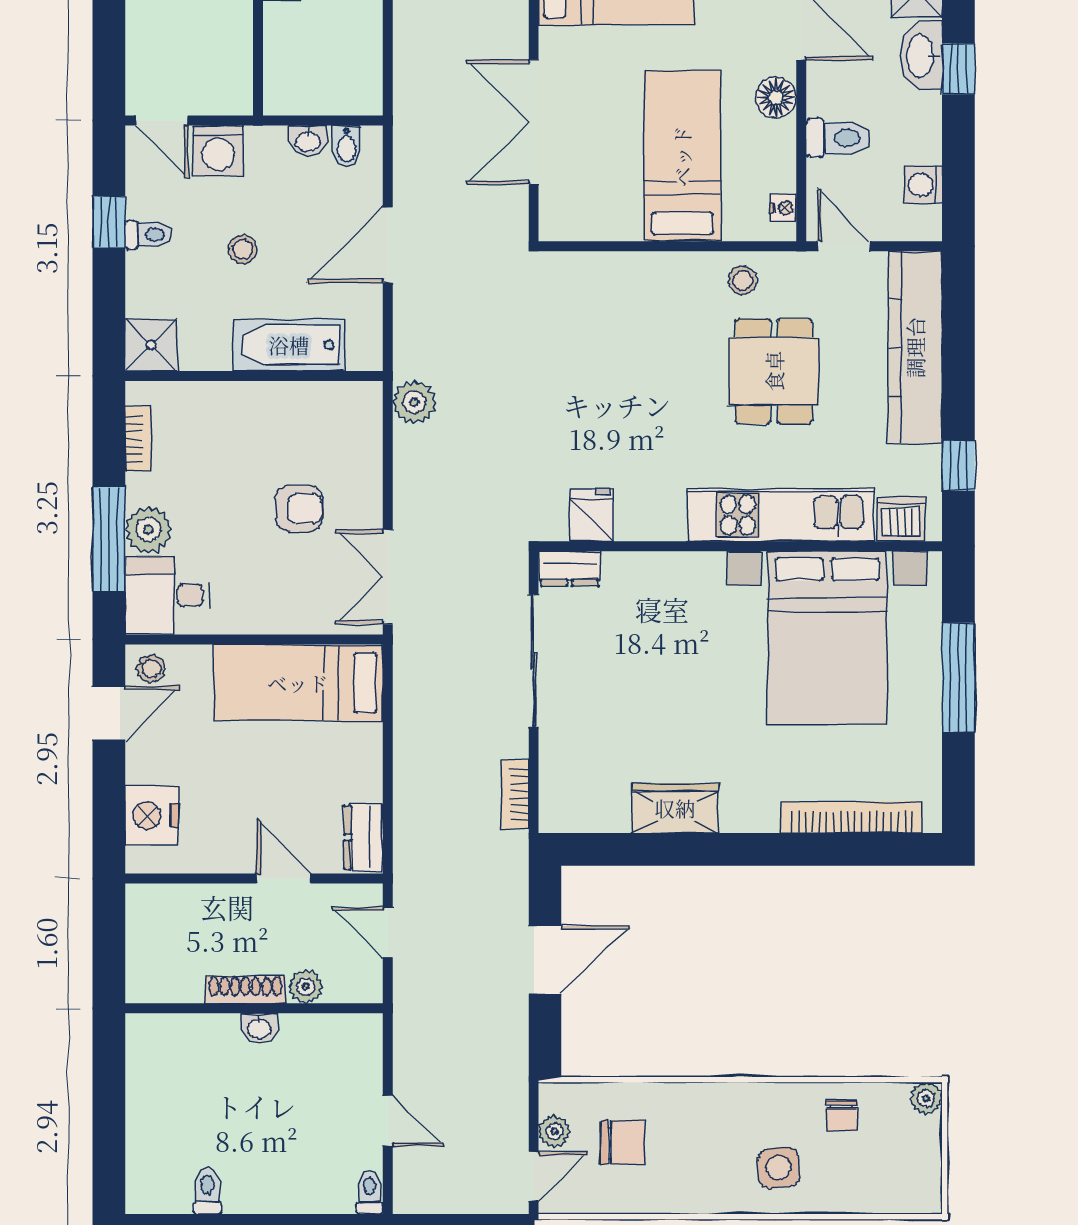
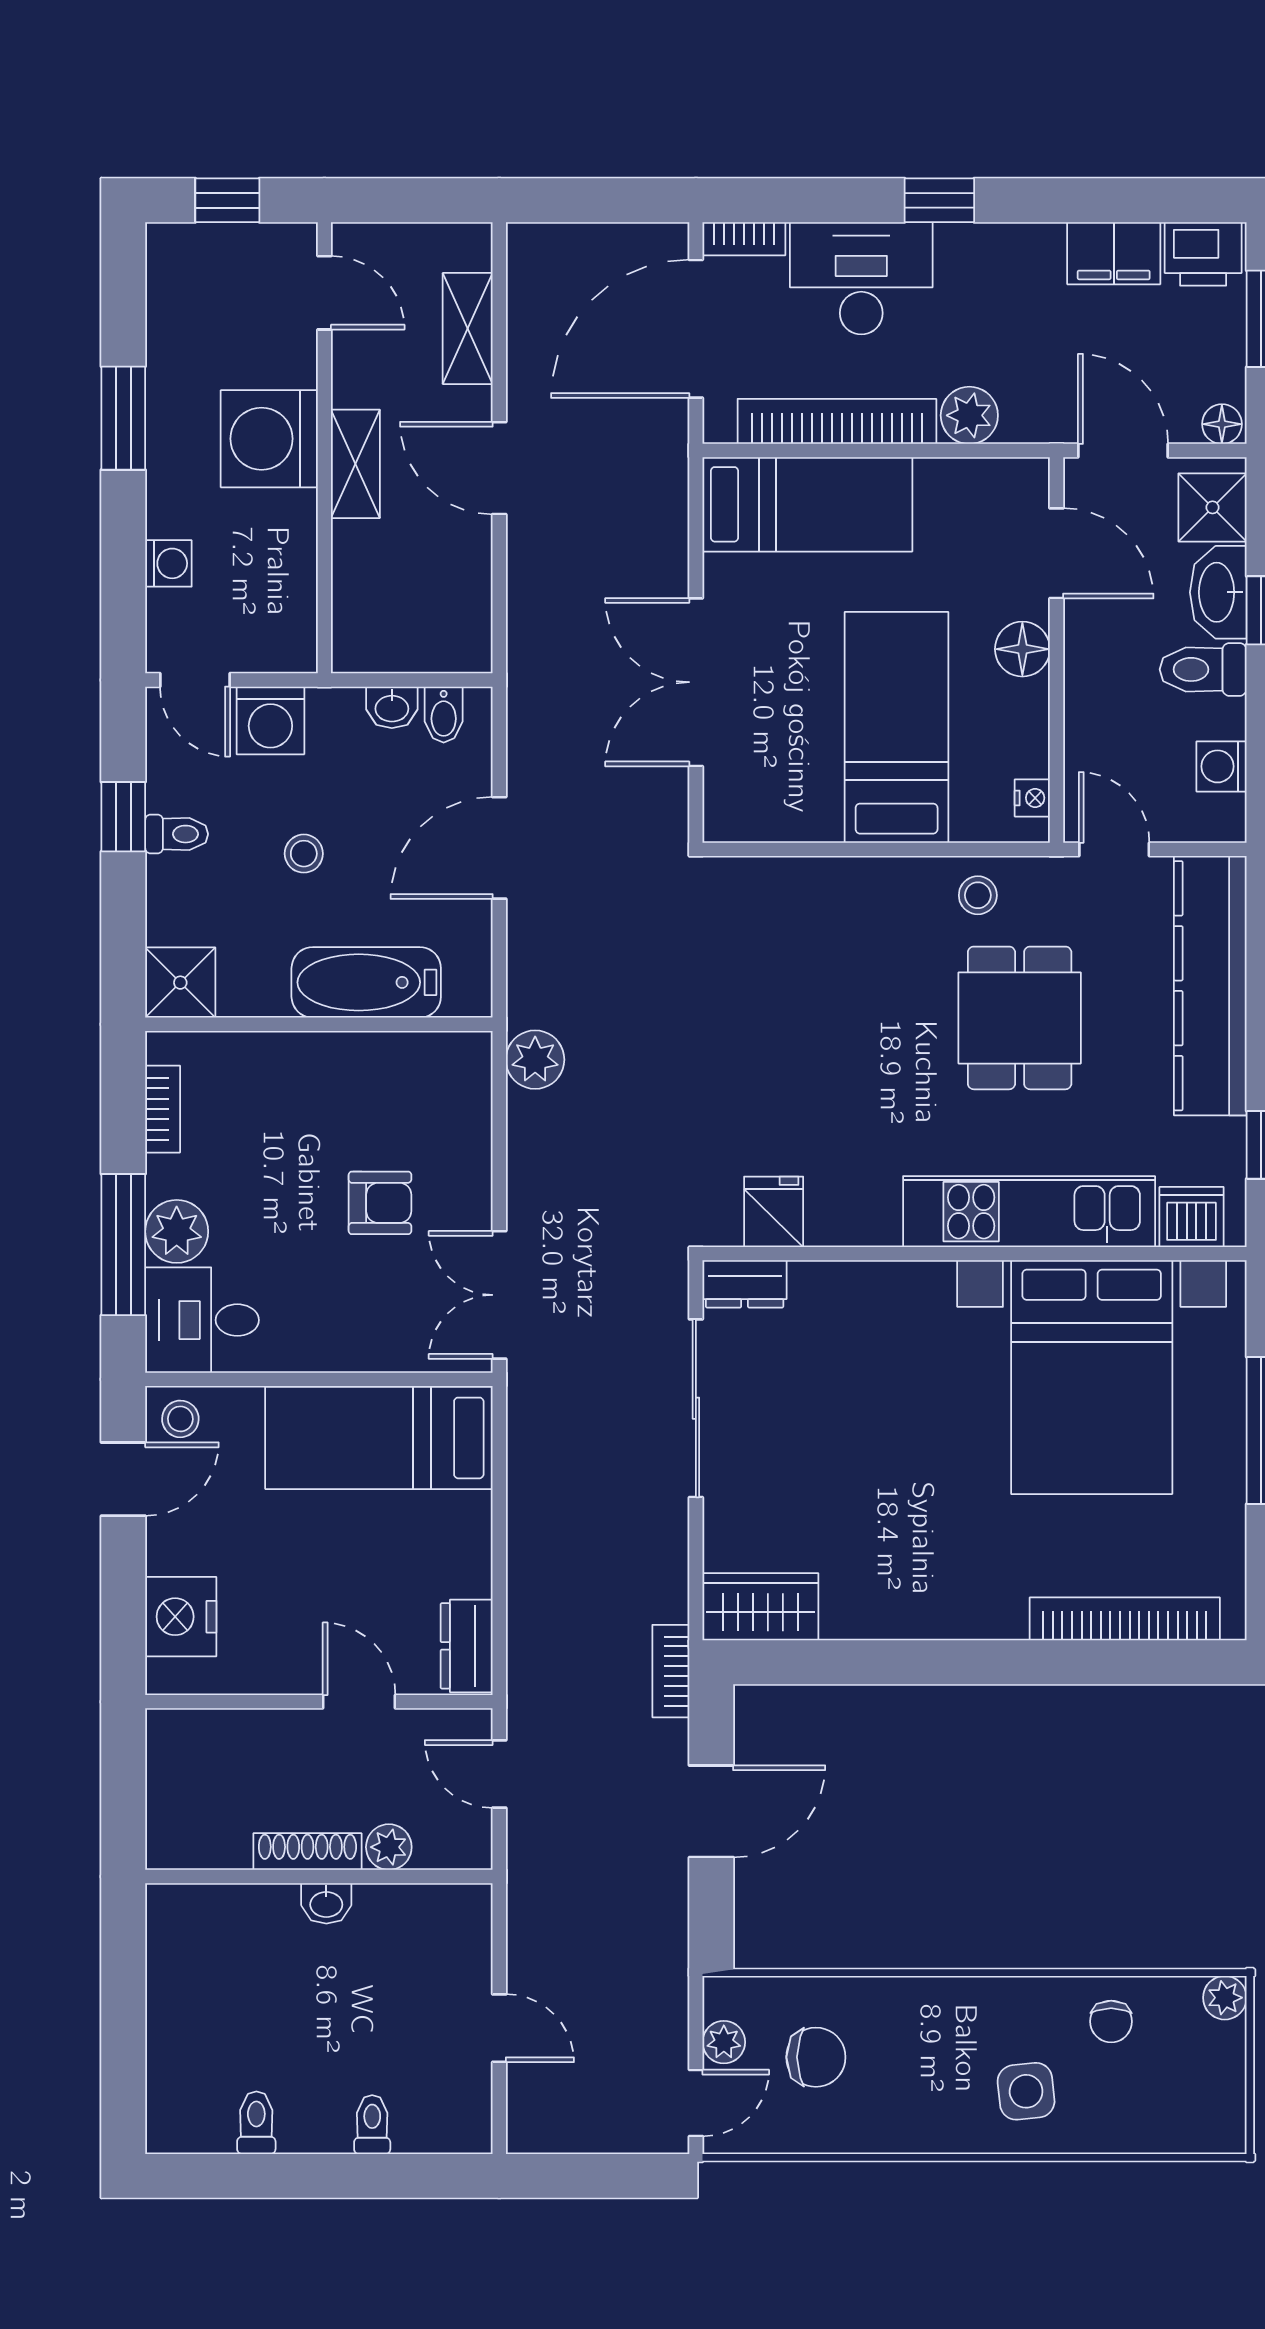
washing machine: (142, 34) -> (168, 563), added
toilet: (838, 138) -> (1203, 669), moved, turned 180
bookcase: (515, 795) -> (671, 1671), moved
wardrobe: (675, 808) -> (760, 1607), moved
toilet: (369, 1192) -> (372, 2125), moved

